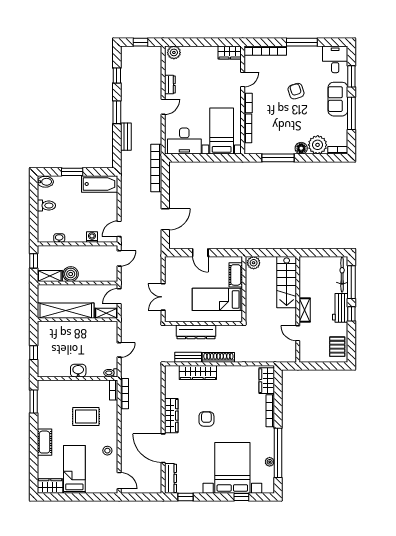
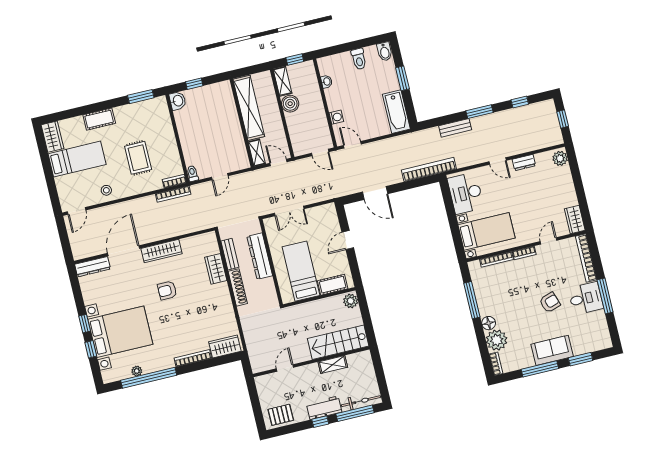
desk: (335, 59) -> (586, 298), moved
door: (243, 79) -> (549, 241), swing flipped
double door: (163, 297) -> (289, 211), swing flipped
shelving: (305, 310) -> (333, 365), moved
door: (119, 350) -> (220, 177), hinge flipped
washbasin: (78, 371) -> (178, 101), moved
wardrobe: (198, 372) -> (216, 269), width x0.67
armchair: (206, 419) -> (167, 290), turned 180
window: (186, 497) -> (85, 324), moved

